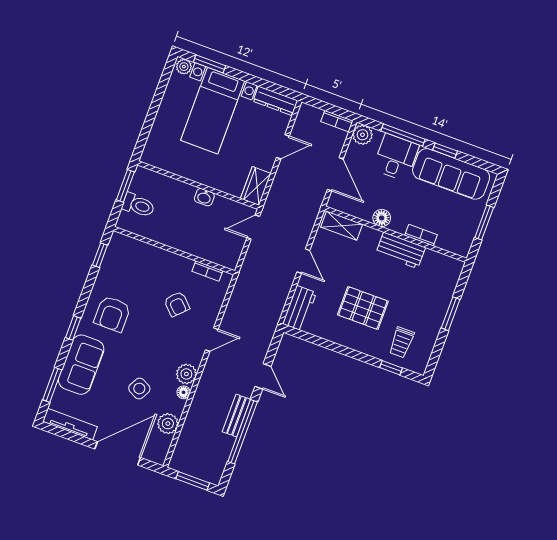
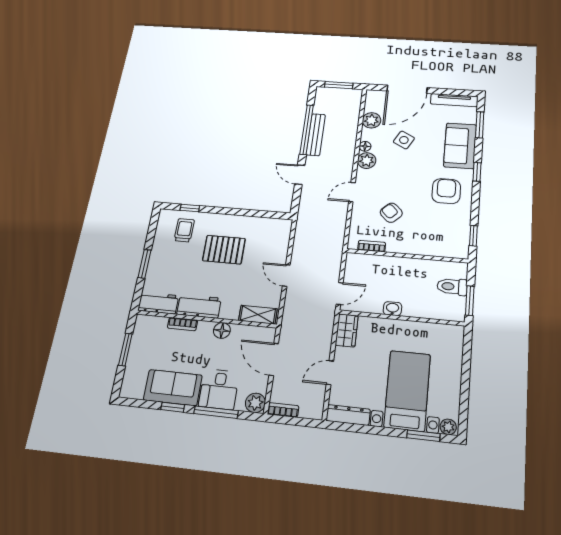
sofa: (451, 174) -> (173, 388), width x0.73
workbench: (299, 308) -> (158, 303), moved, turned 90
bench: (236, 415) -> (316, 135), width x1.36

